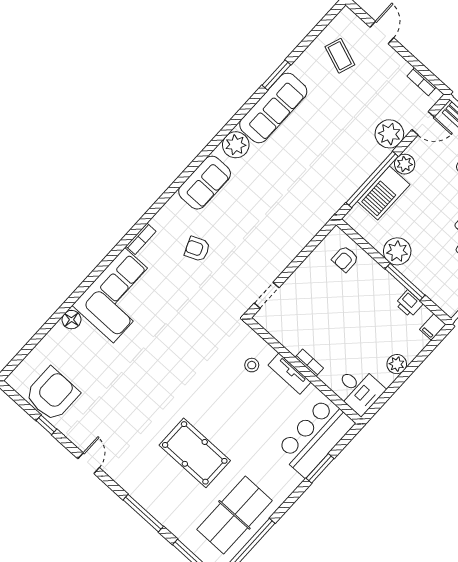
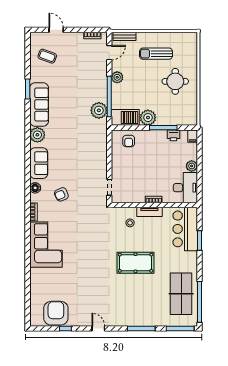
plant: (389, 134) -> (99, 110), moved
barbecue: (384, 193) -> (125, 117), moved, turned -90
floor lamp: (71, 320) -> (35, 188), moved
desk: (359, 390) -> (185, 188), width x1.37
pool table: (195, 453) -> (136, 263), moved

